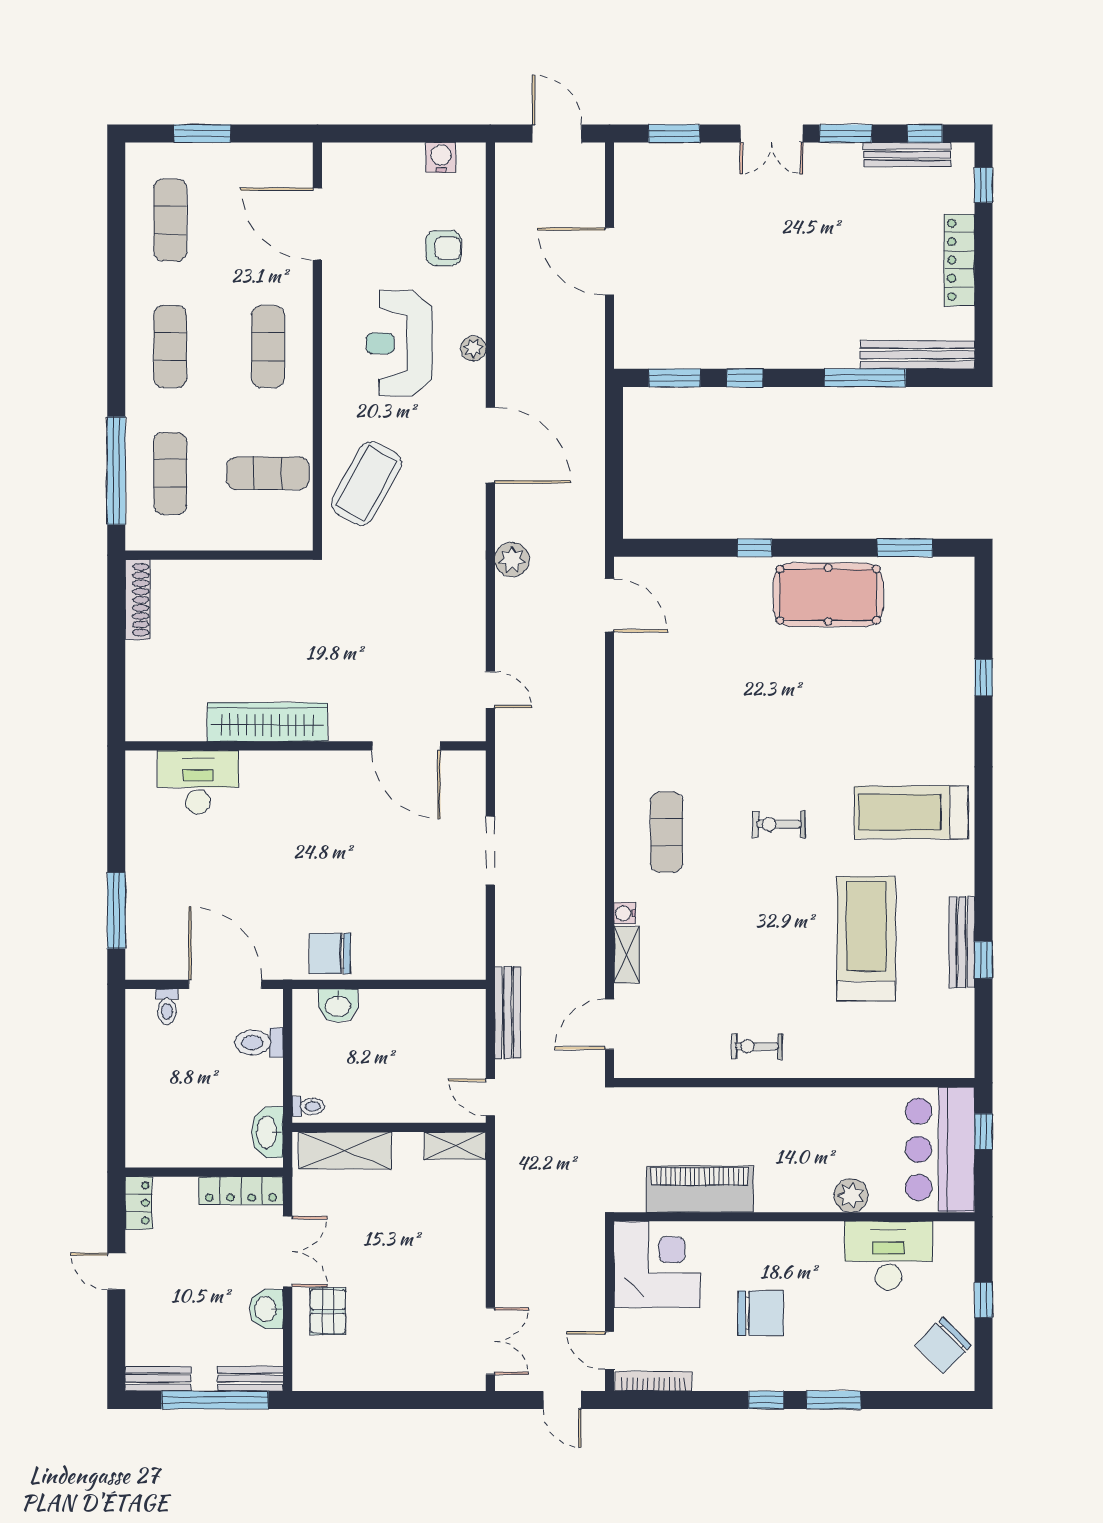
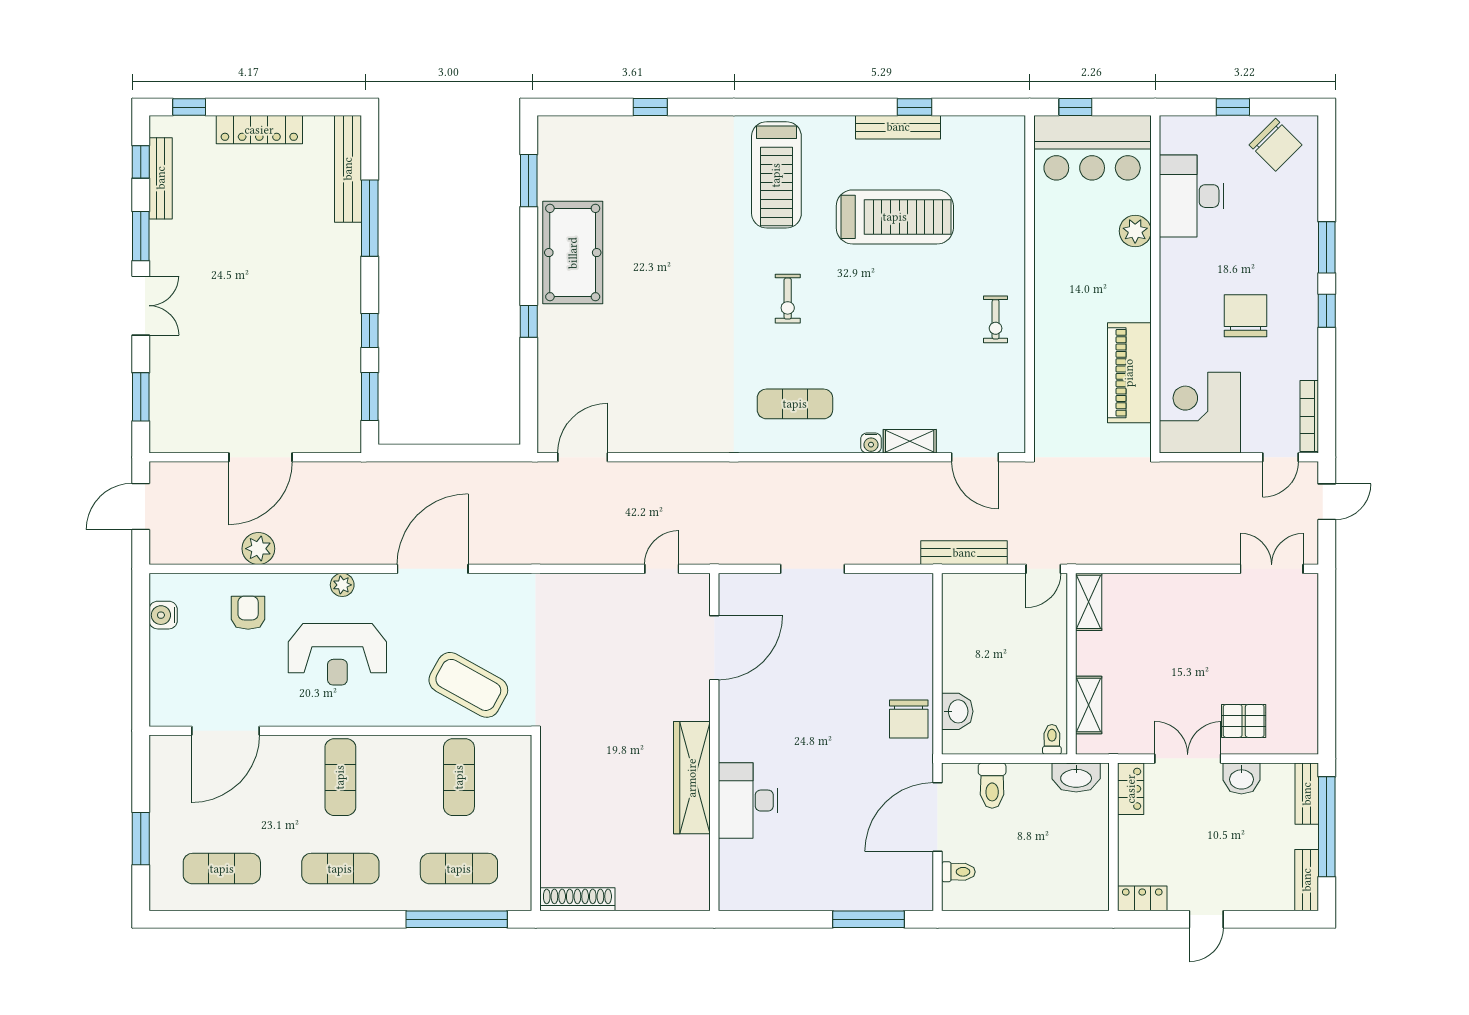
exercise mat: (268, 347) -> (340, 777), turned 90
plant: (512, 560) -> (258, 549), moved
desk: (198, 782) -> (748, 801), moved
treadmill: (866, 939) -> (895, 217), turned 180
shelving: (345, 1150) -> (1089, 705), width x0.67, depth x0.75
locker: (241, 1191) -> (1131, 789), width x0.66

